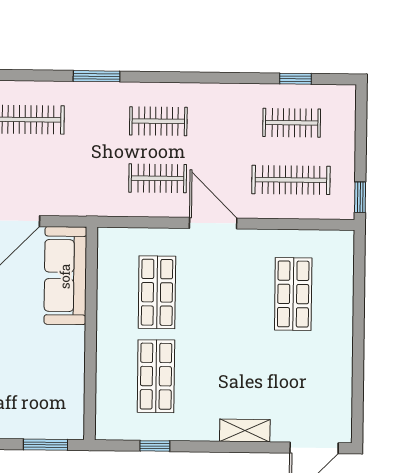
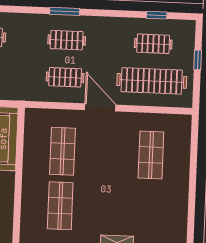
window: (97, 76) -> (65, 11), moved
clothes rail: (291, 180) -> (152, 81), width x1.37, depth x1.31
window: (360, 197) -> (198, 60), moved

